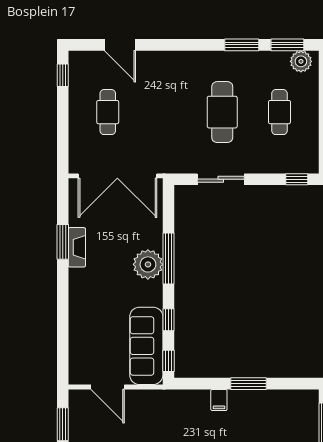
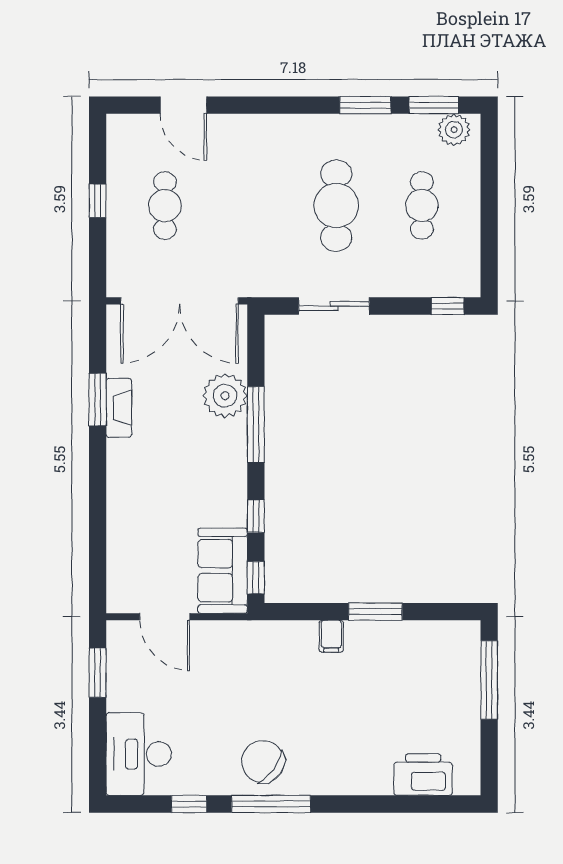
window: (63, 75) -> (98, 201), moved
plant: (148, 264) -> (225, 396), moved
sofa: (146, 346) -> (223, 571), width x0.73

